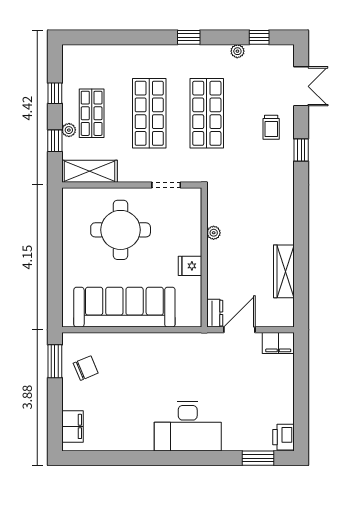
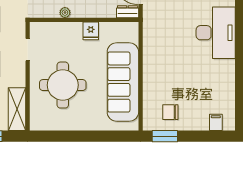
chair: (86, 368) -> (170, 112), turned -67
filing cabinet: (72, 426) -> (216, 122), width x0.50

